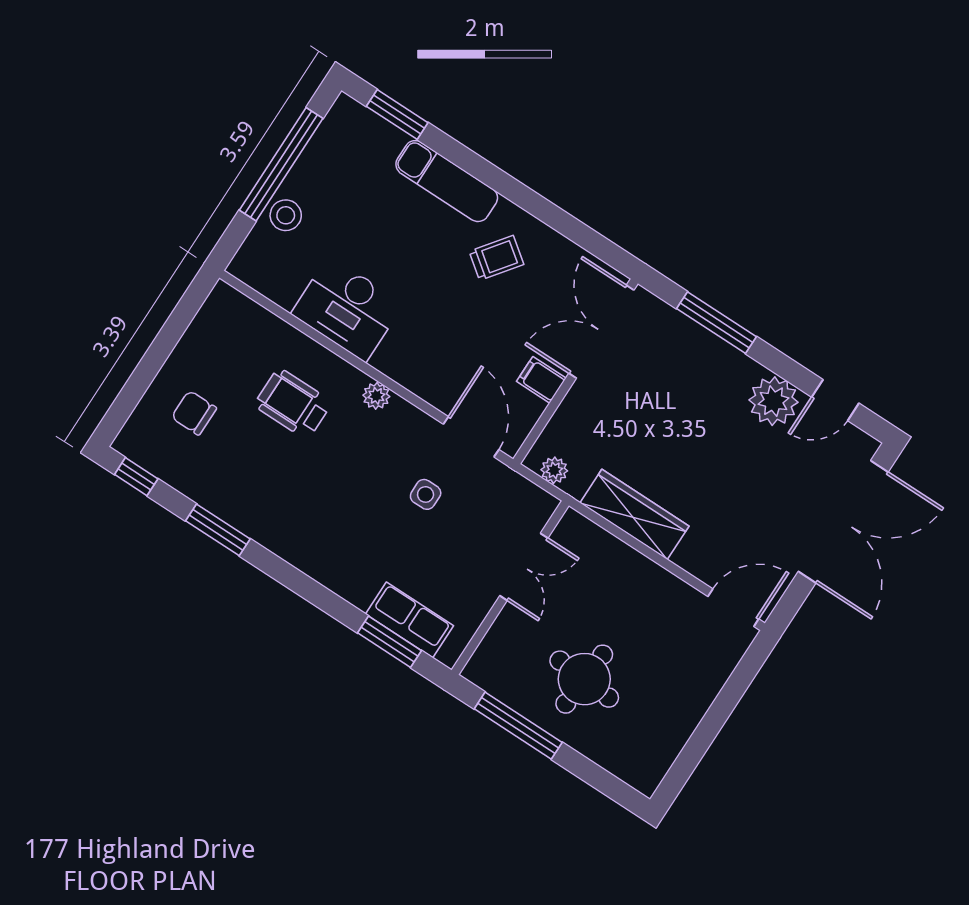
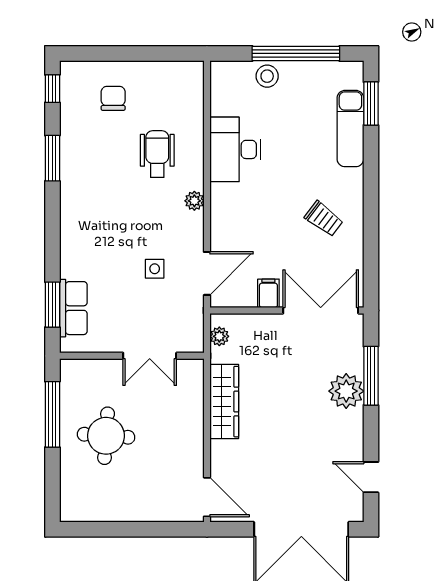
exam couch: (447, 181) -> (350, 129), moved
plant: (773, 401) -> (346, 391), moved

